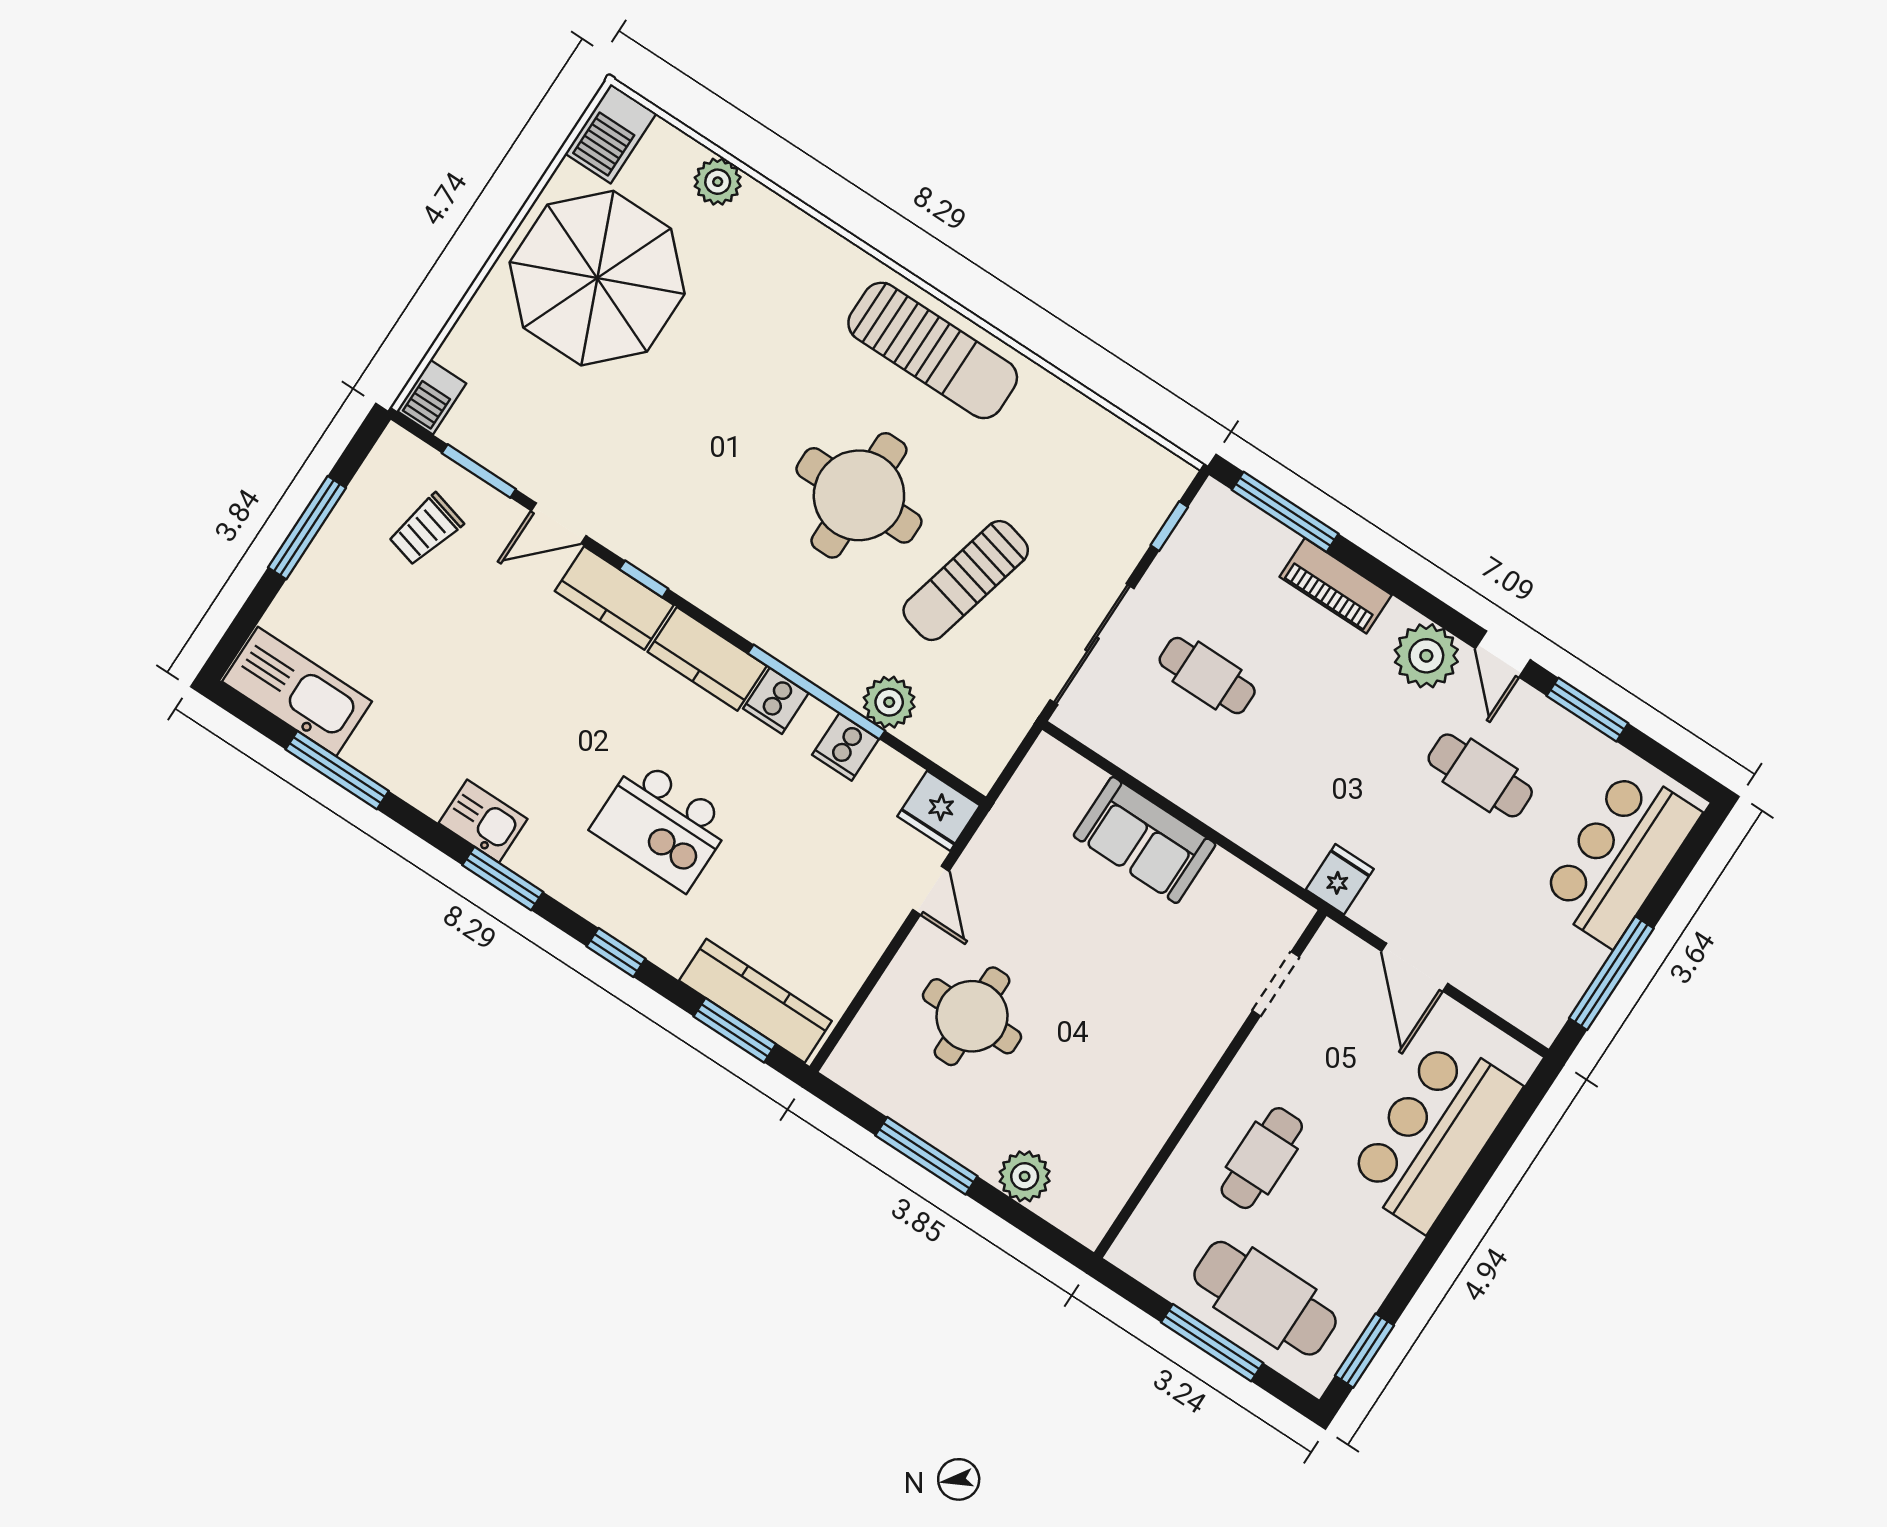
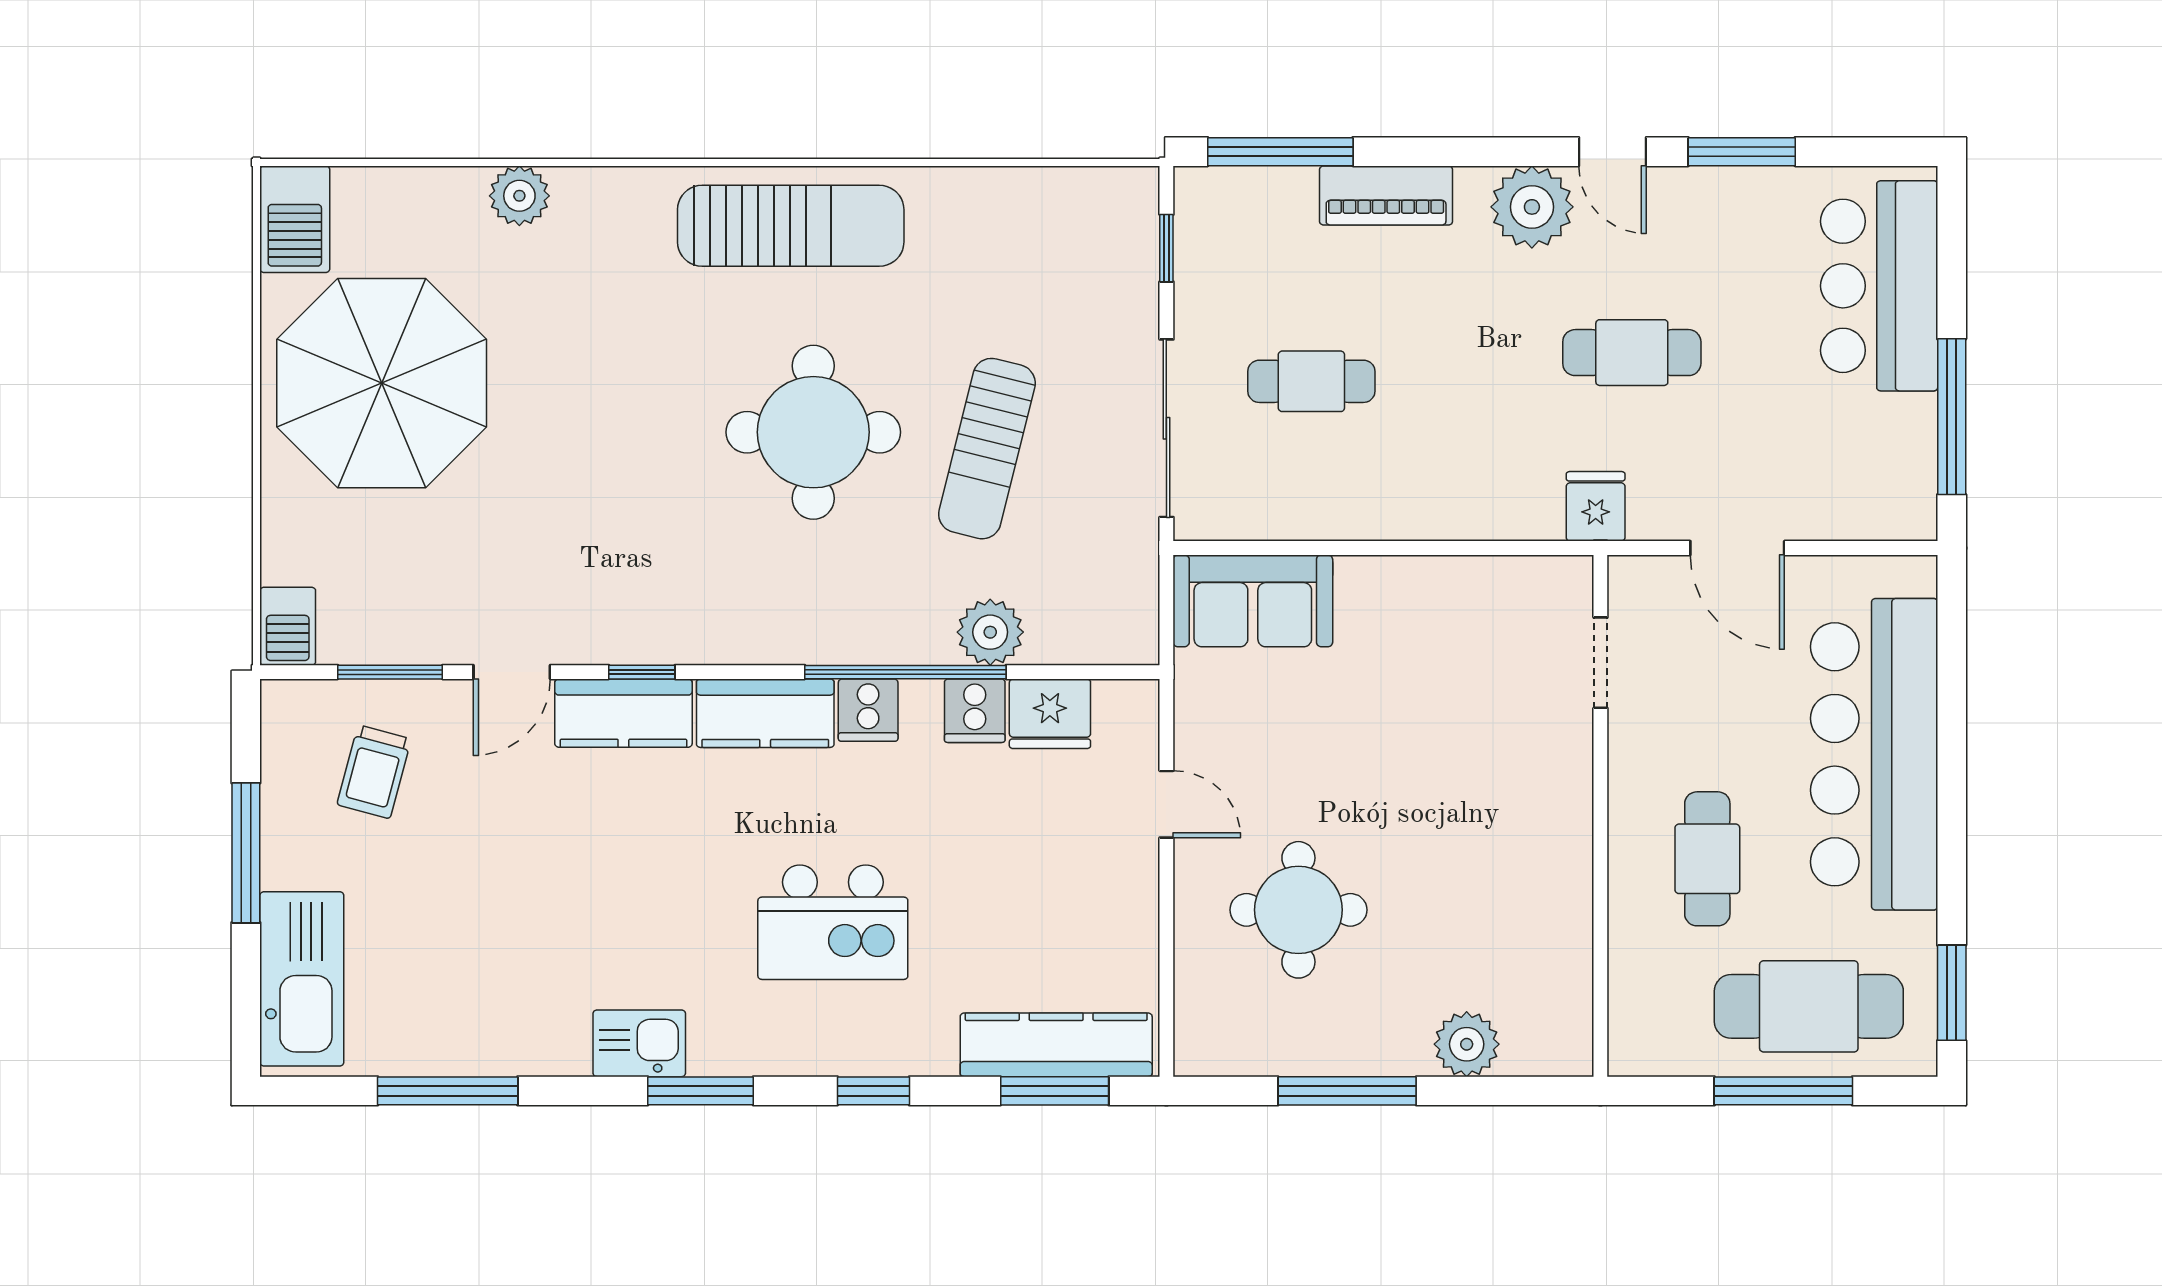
plant: (718, 182) -> (519, 196), moved
kitchen sink: (297, 691) -> (302, 979), moved, turned 90
cafe table: (1480, 775) -> (1632, 353), moved
fridge: (939, 811) -> (1050, 714), moved
sofa: (1145, 840) -> (1253, 601), moved
bar counter: (1434, 1134) -> (1874, 754), width x1.36

